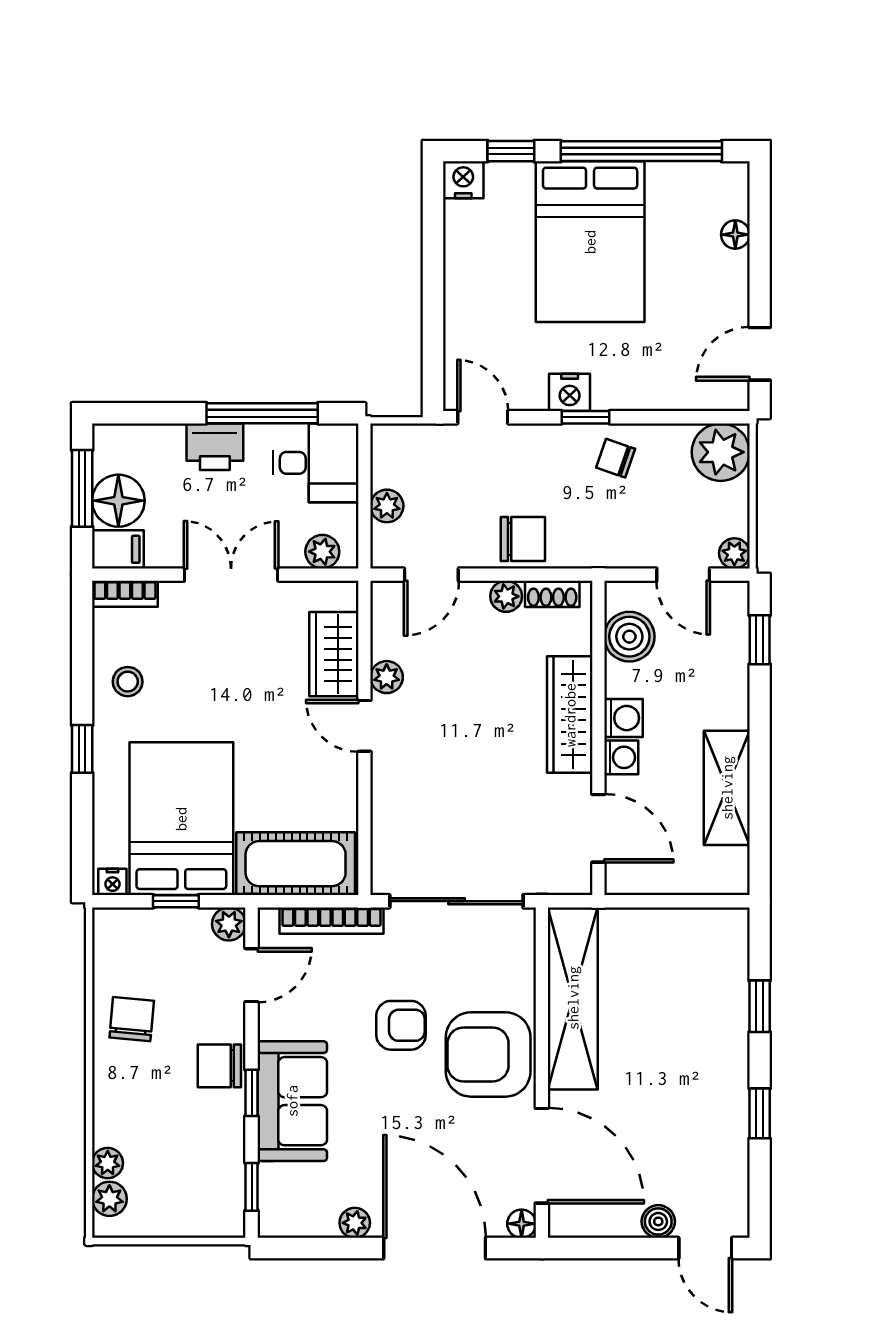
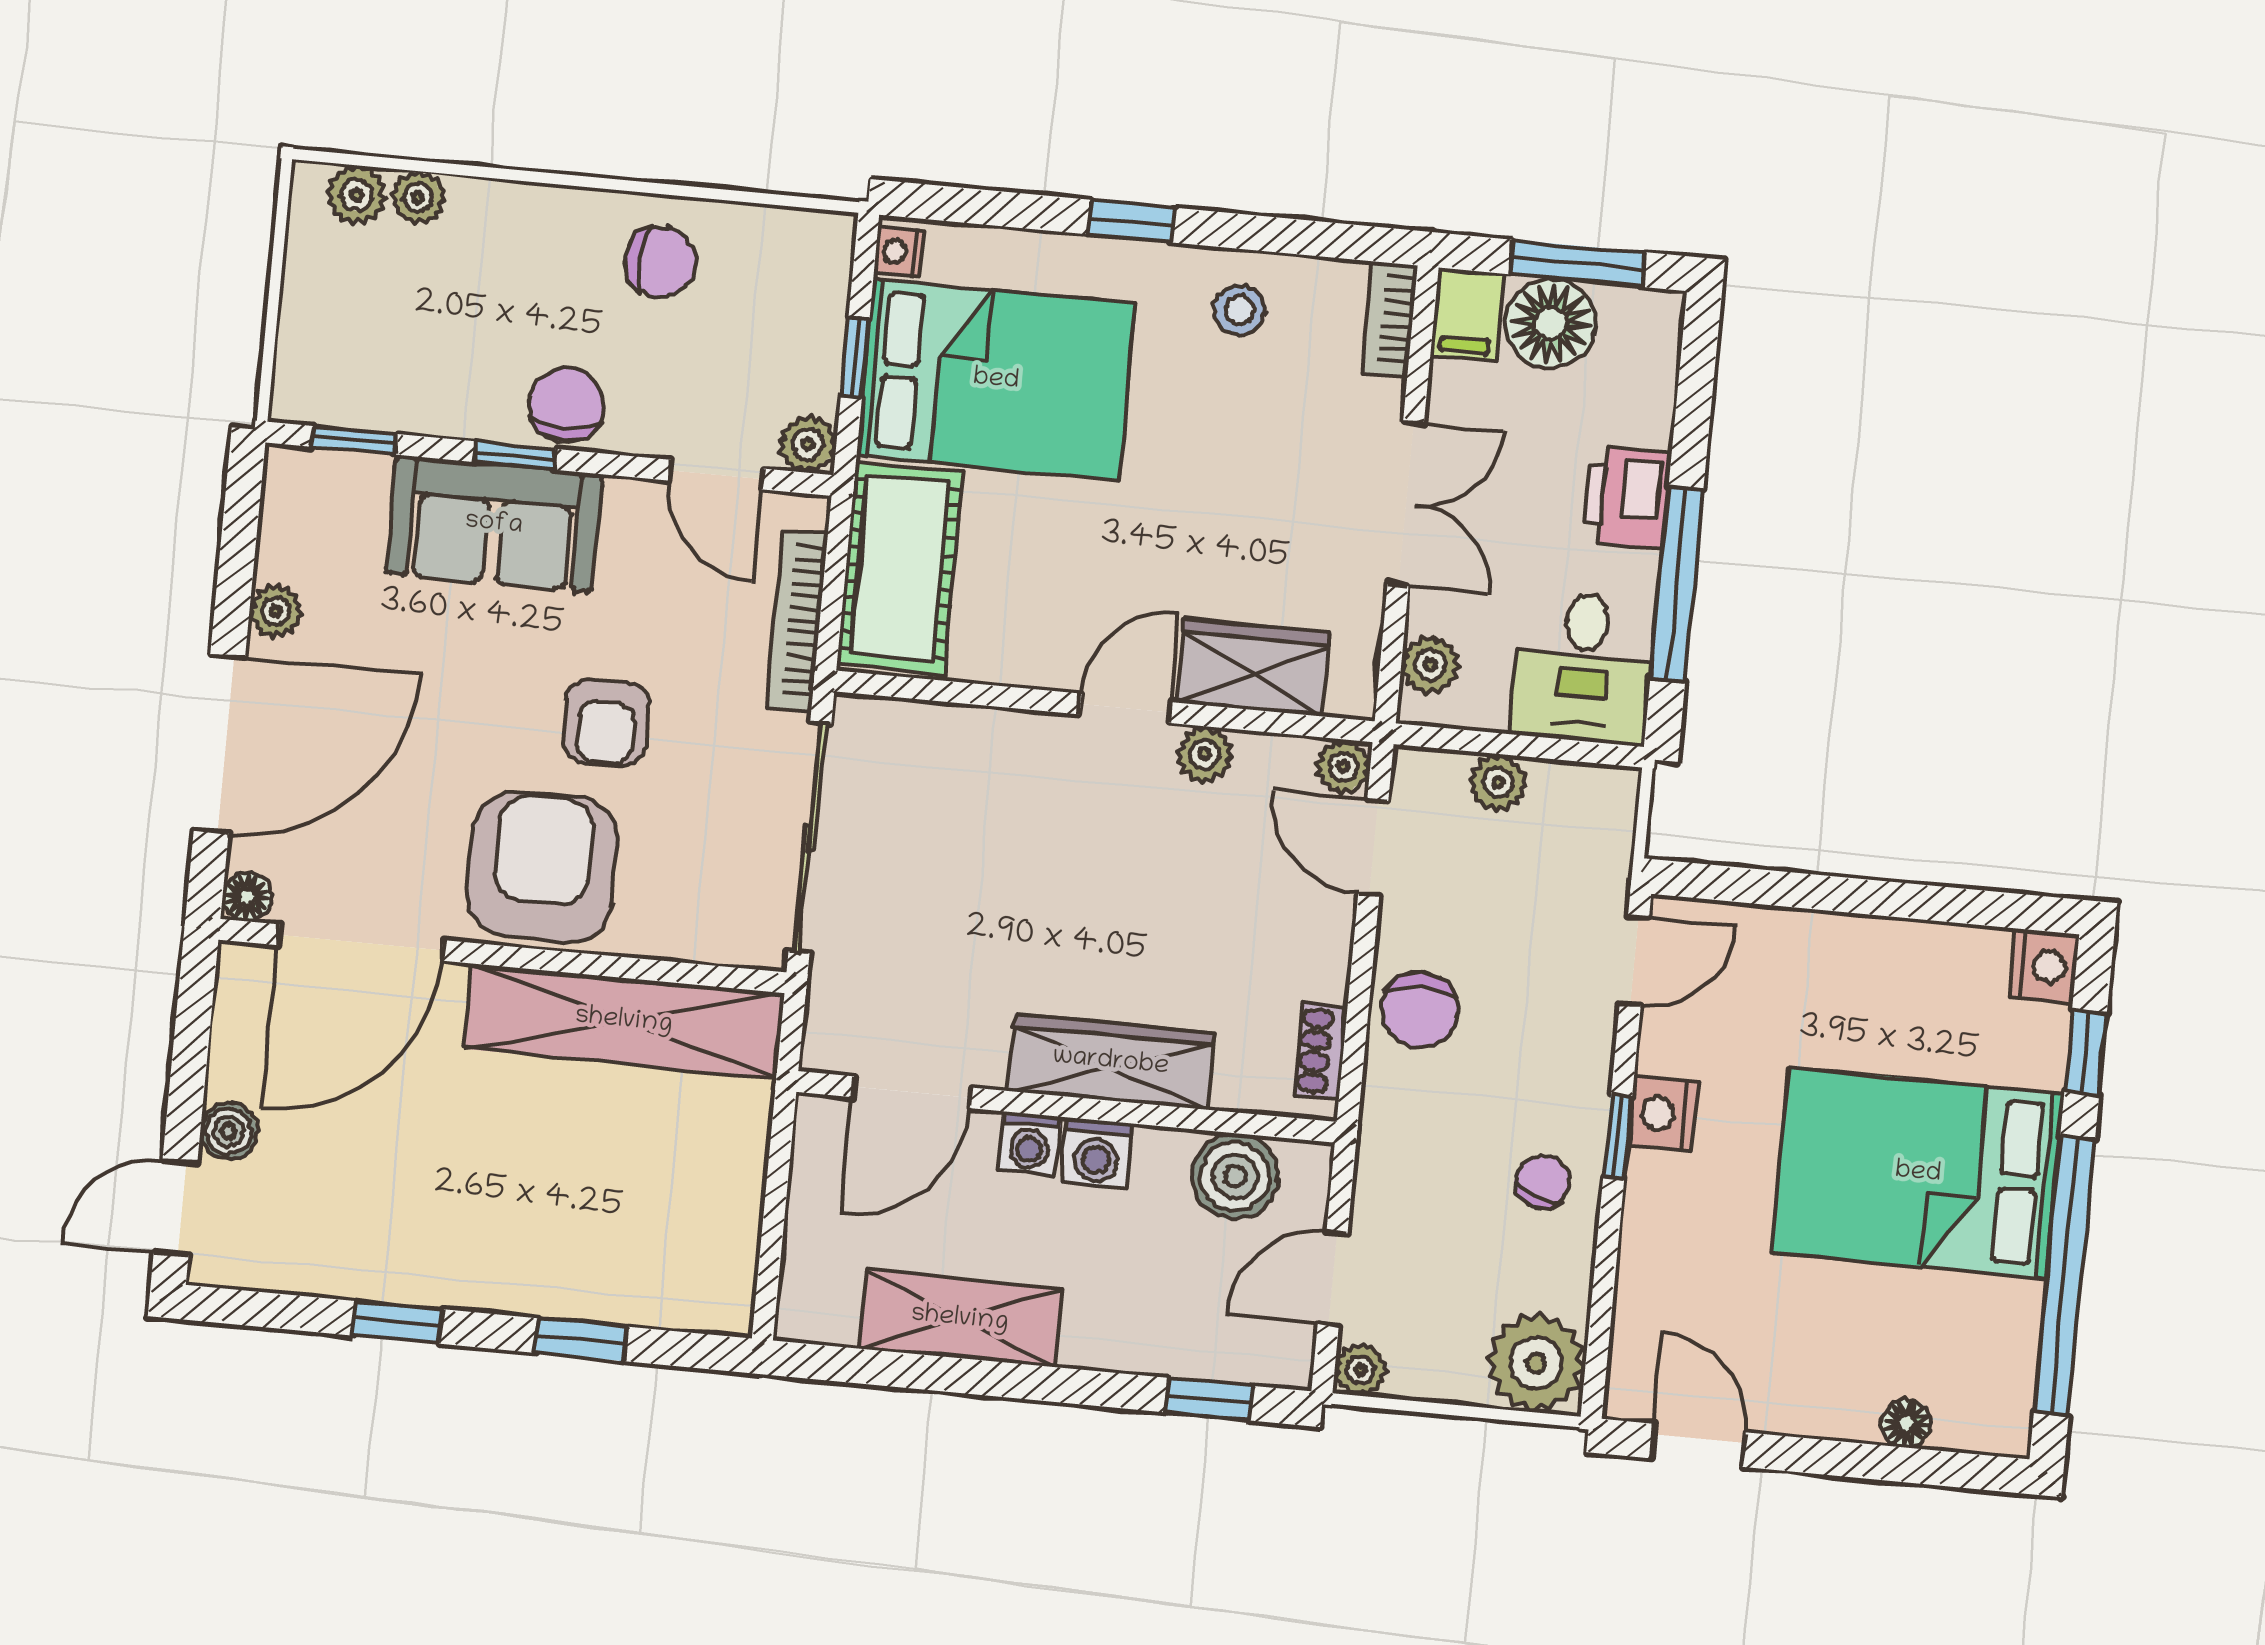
plant: (506, 596) -> (1343, 766), moved

